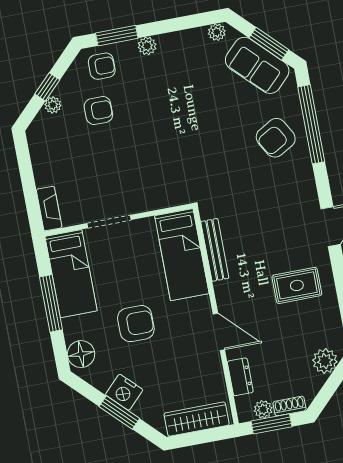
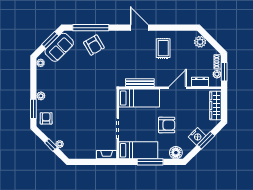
armchair: (98, 111) -> (66, 124), removed
armchair: (136, 324) -> (167, 125), turned 90

